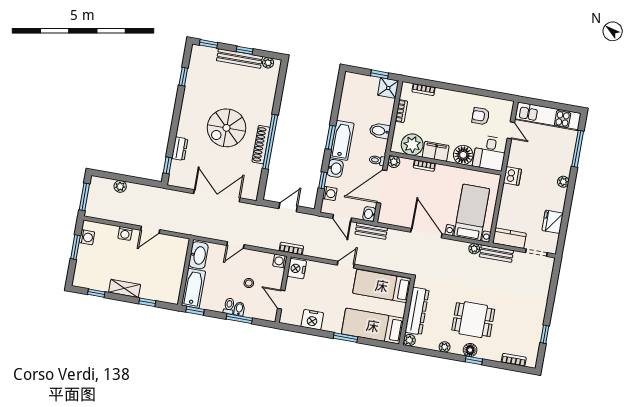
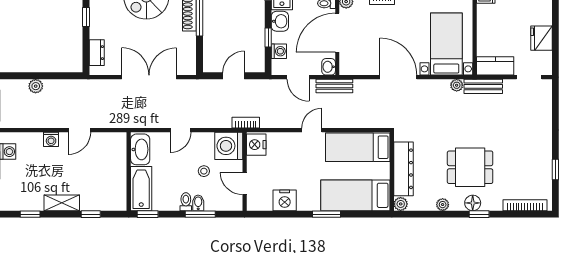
dresser: (180, 149) -> (97, 53), moved
window: (168, 165) -> (86, 17), moved
washing machine: (280, 261) -> (229, 146), width x1.89, depth x1.89
bookcase: (514, 360) -> (525, 205), width x1.56

